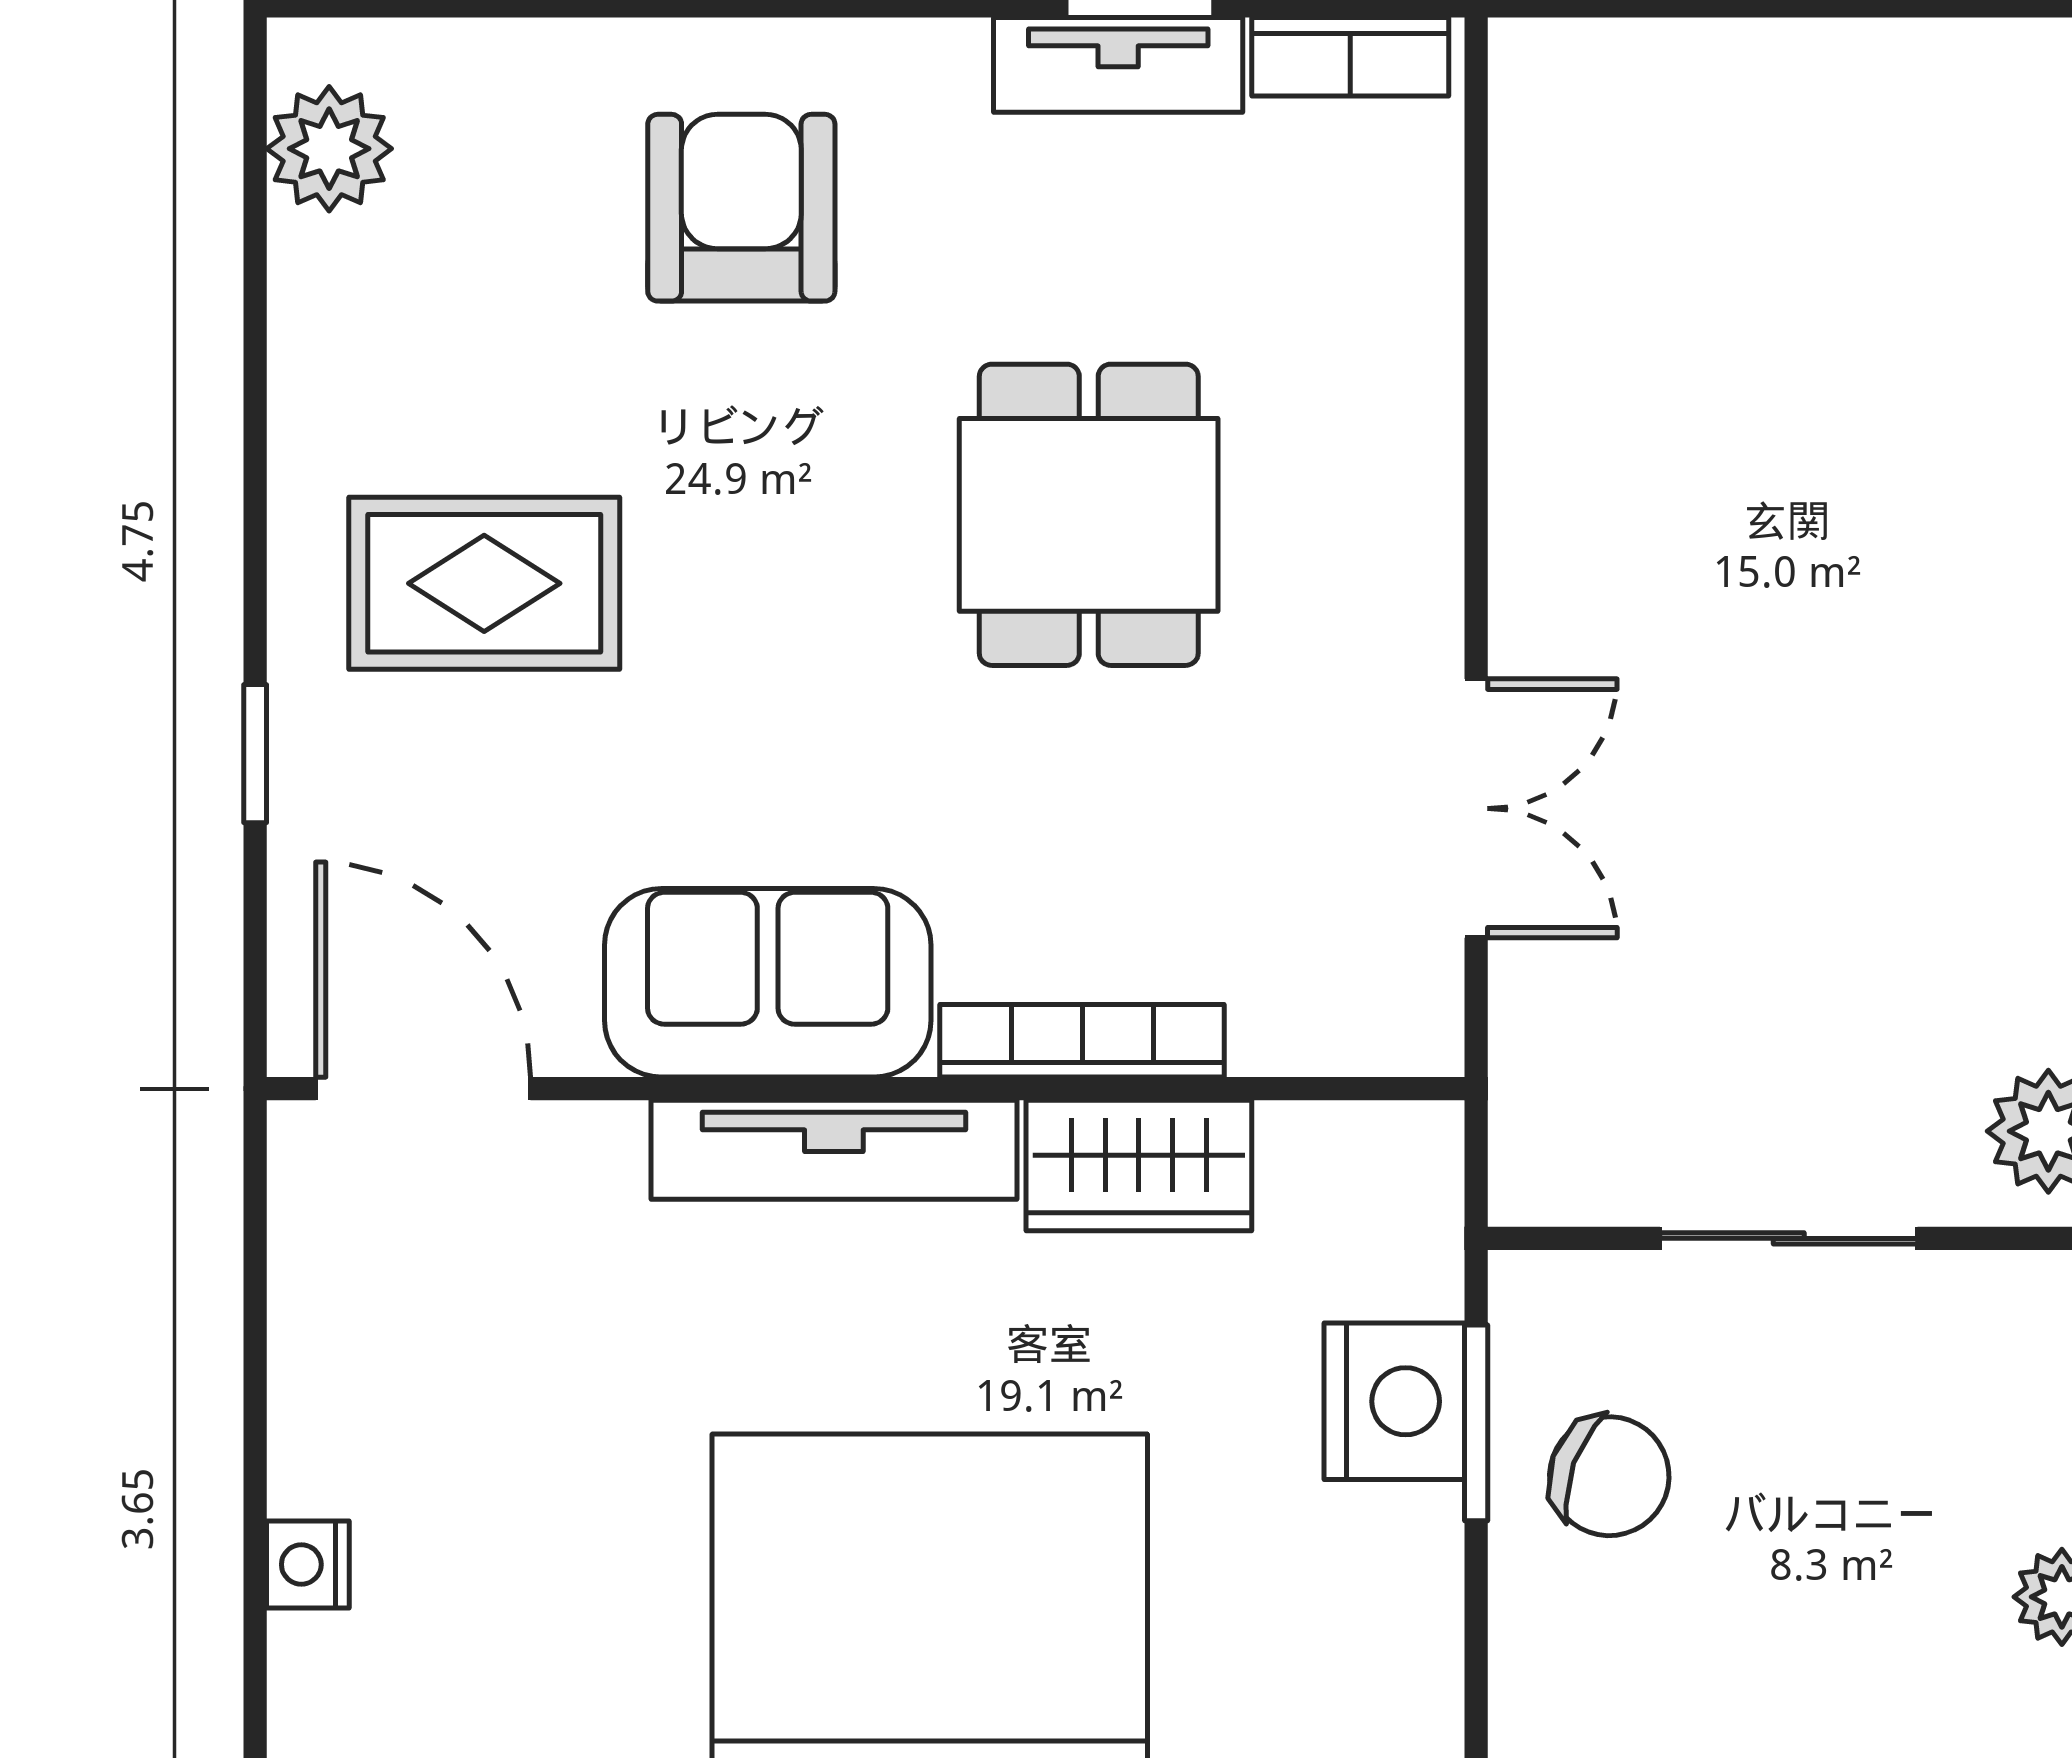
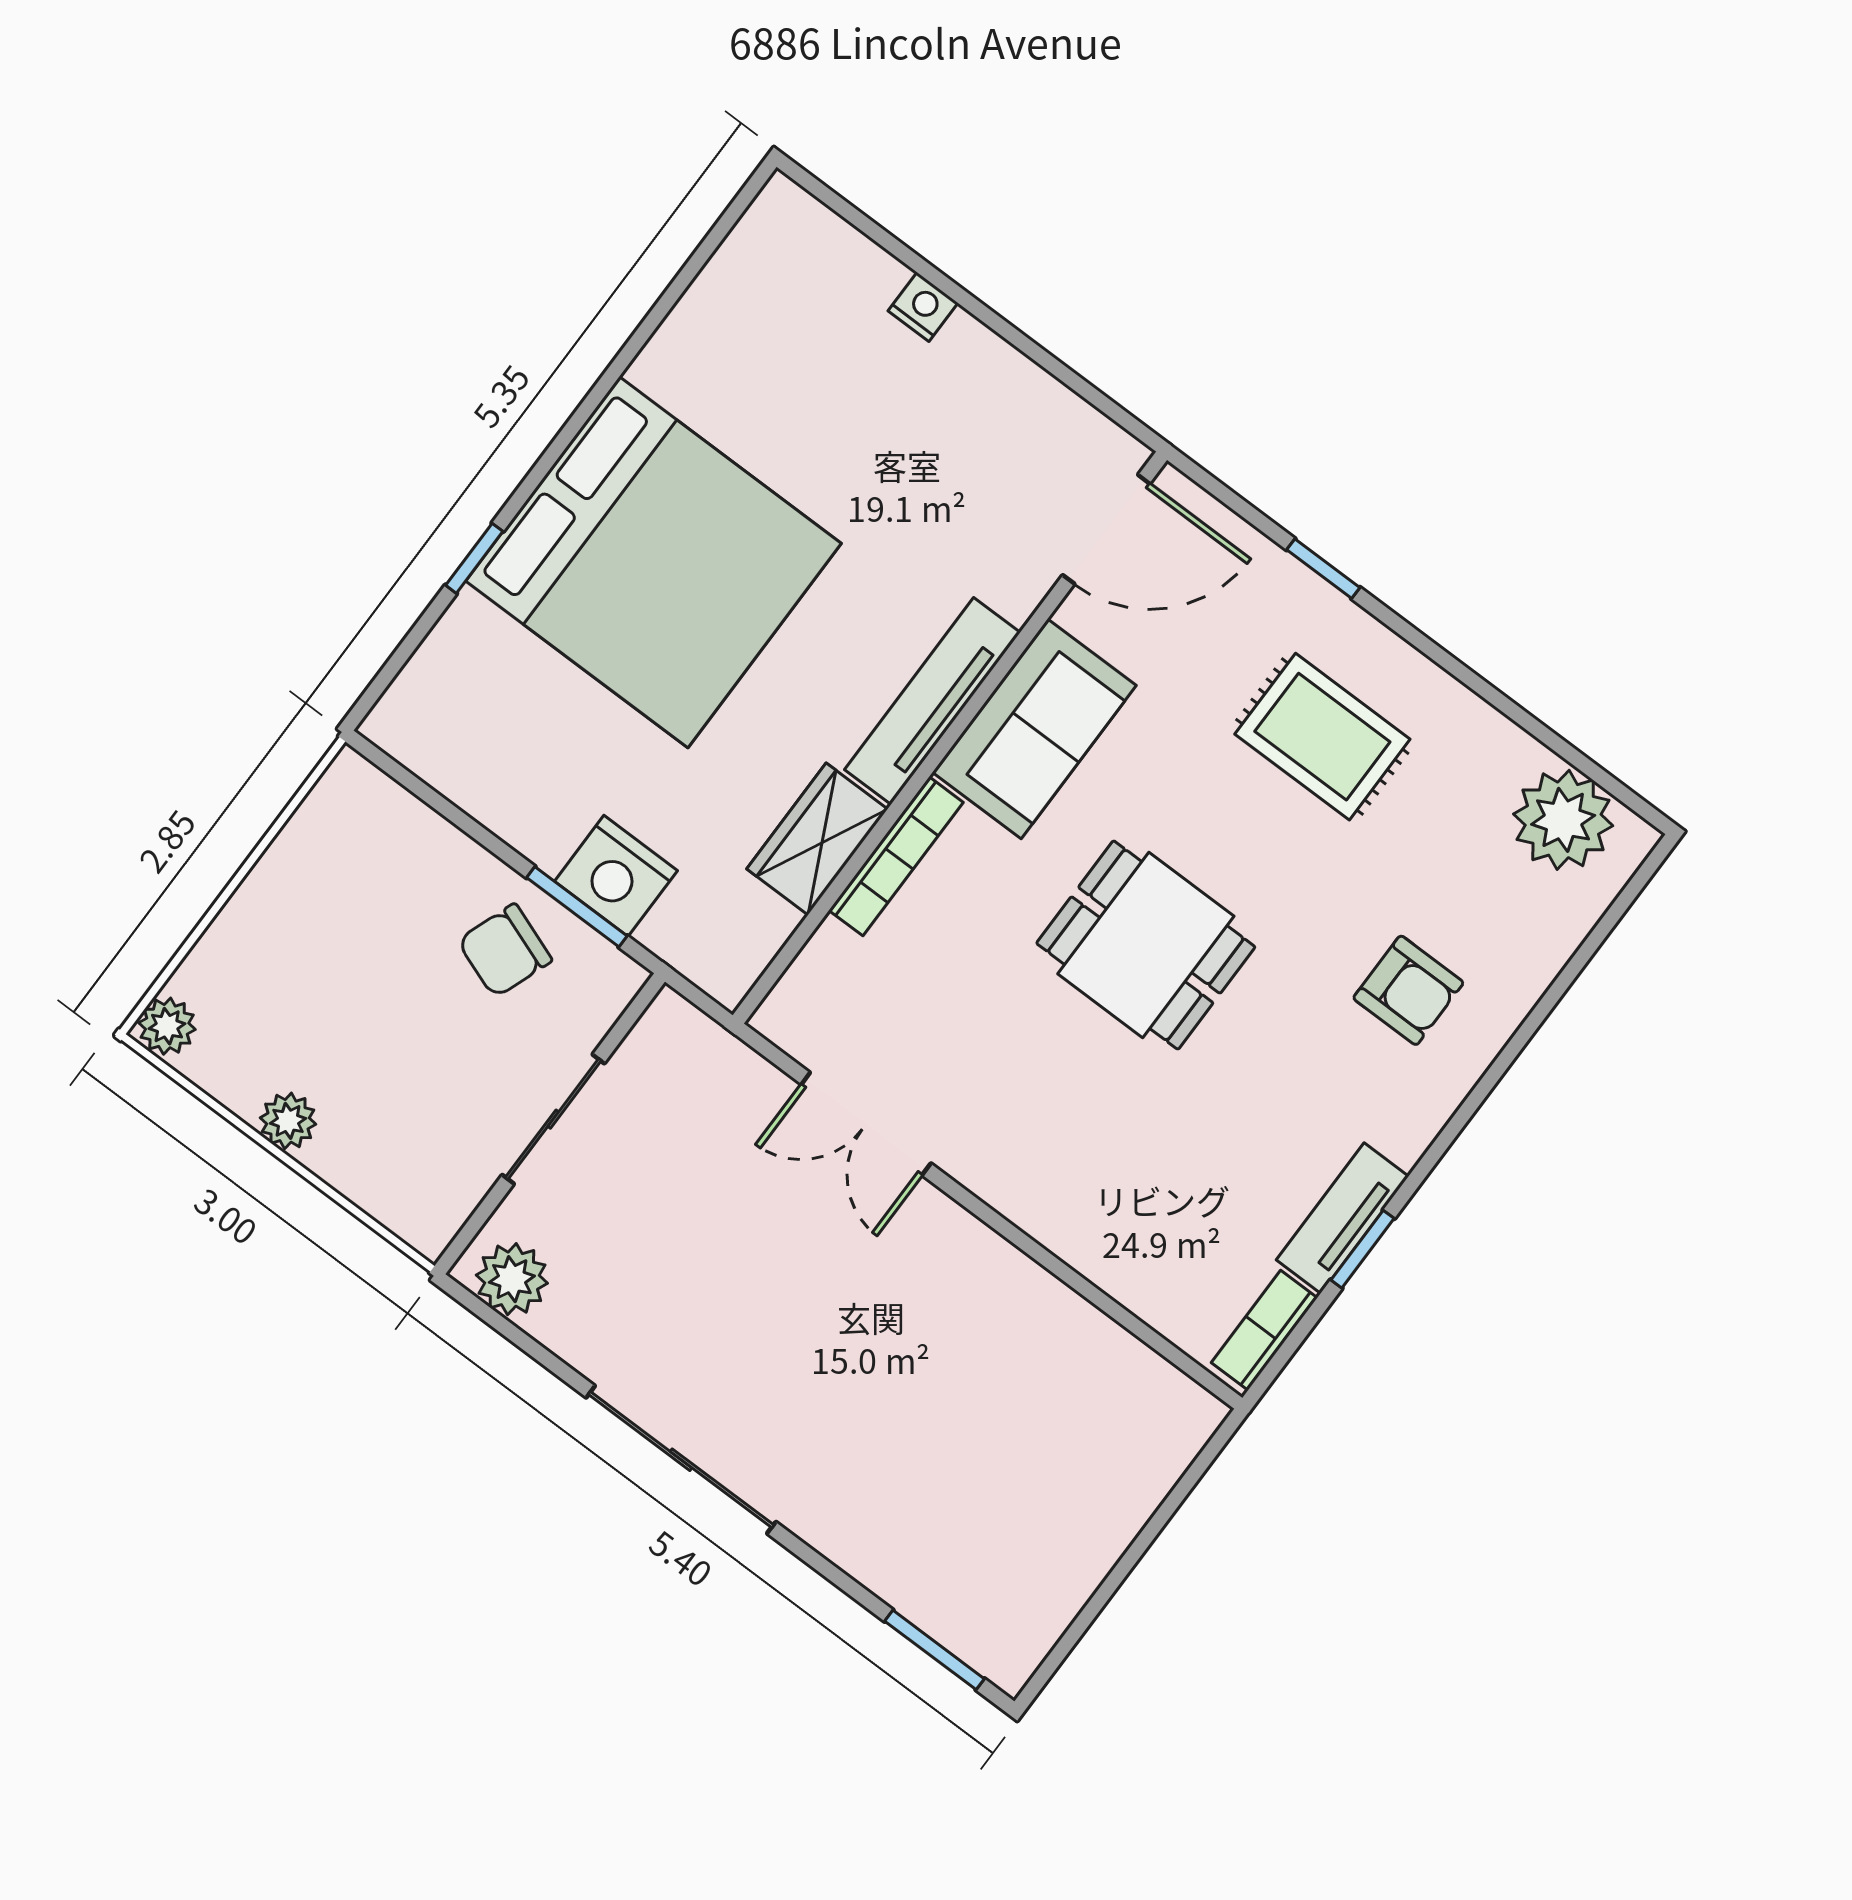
plant: (329, 149) -> (1563, 820), width x1.36, depth x1.36
armchair: (741, 208) -> (1408, 990), width x0.72, depth x0.72
dining table: (1089, 515) -> (1146, 945), moved
rug: (484, 583) -> (1322, 737), turned 90

